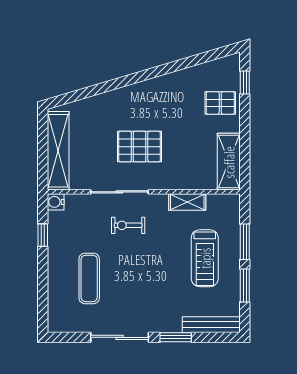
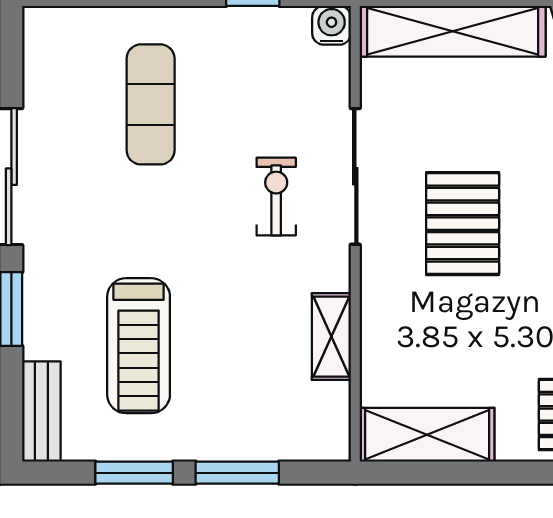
treadmill: (205, 258) -> (139, 346), moved, turned -90
exercise mat: (89, 278) -> (151, 104), turned 90
bench: (211, 325) -> (41, 412), width x0.73

